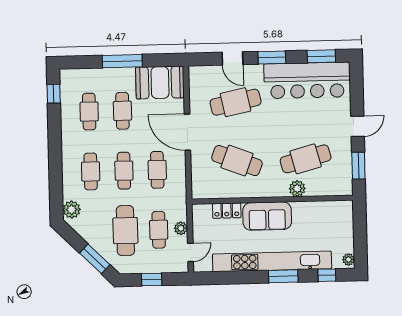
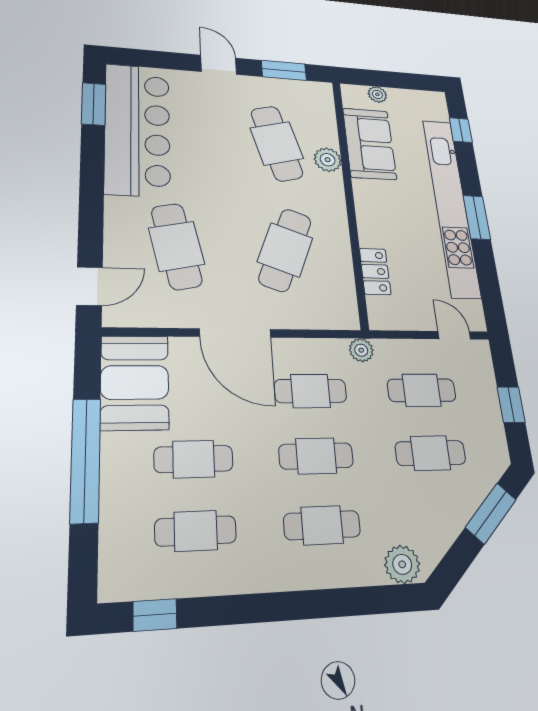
window: (272, 57) -> (92, 181), removed
door: (233, 58) -> (89, 286), moved
window: (122, 61) -> (85, 460), width x1.46
door: (187, 132) -> (235, 333), hinge flipped
sofa: (267, 216) -> (369, 144), moved
plant: (181, 228) -> (361, 350), moved
cafe table: (125, 231) -> (430, 453), width x0.73, depth x0.74
plant: (348, 260) -> (377, 94), moved
window: (283, 276) -> (477, 217), moved

